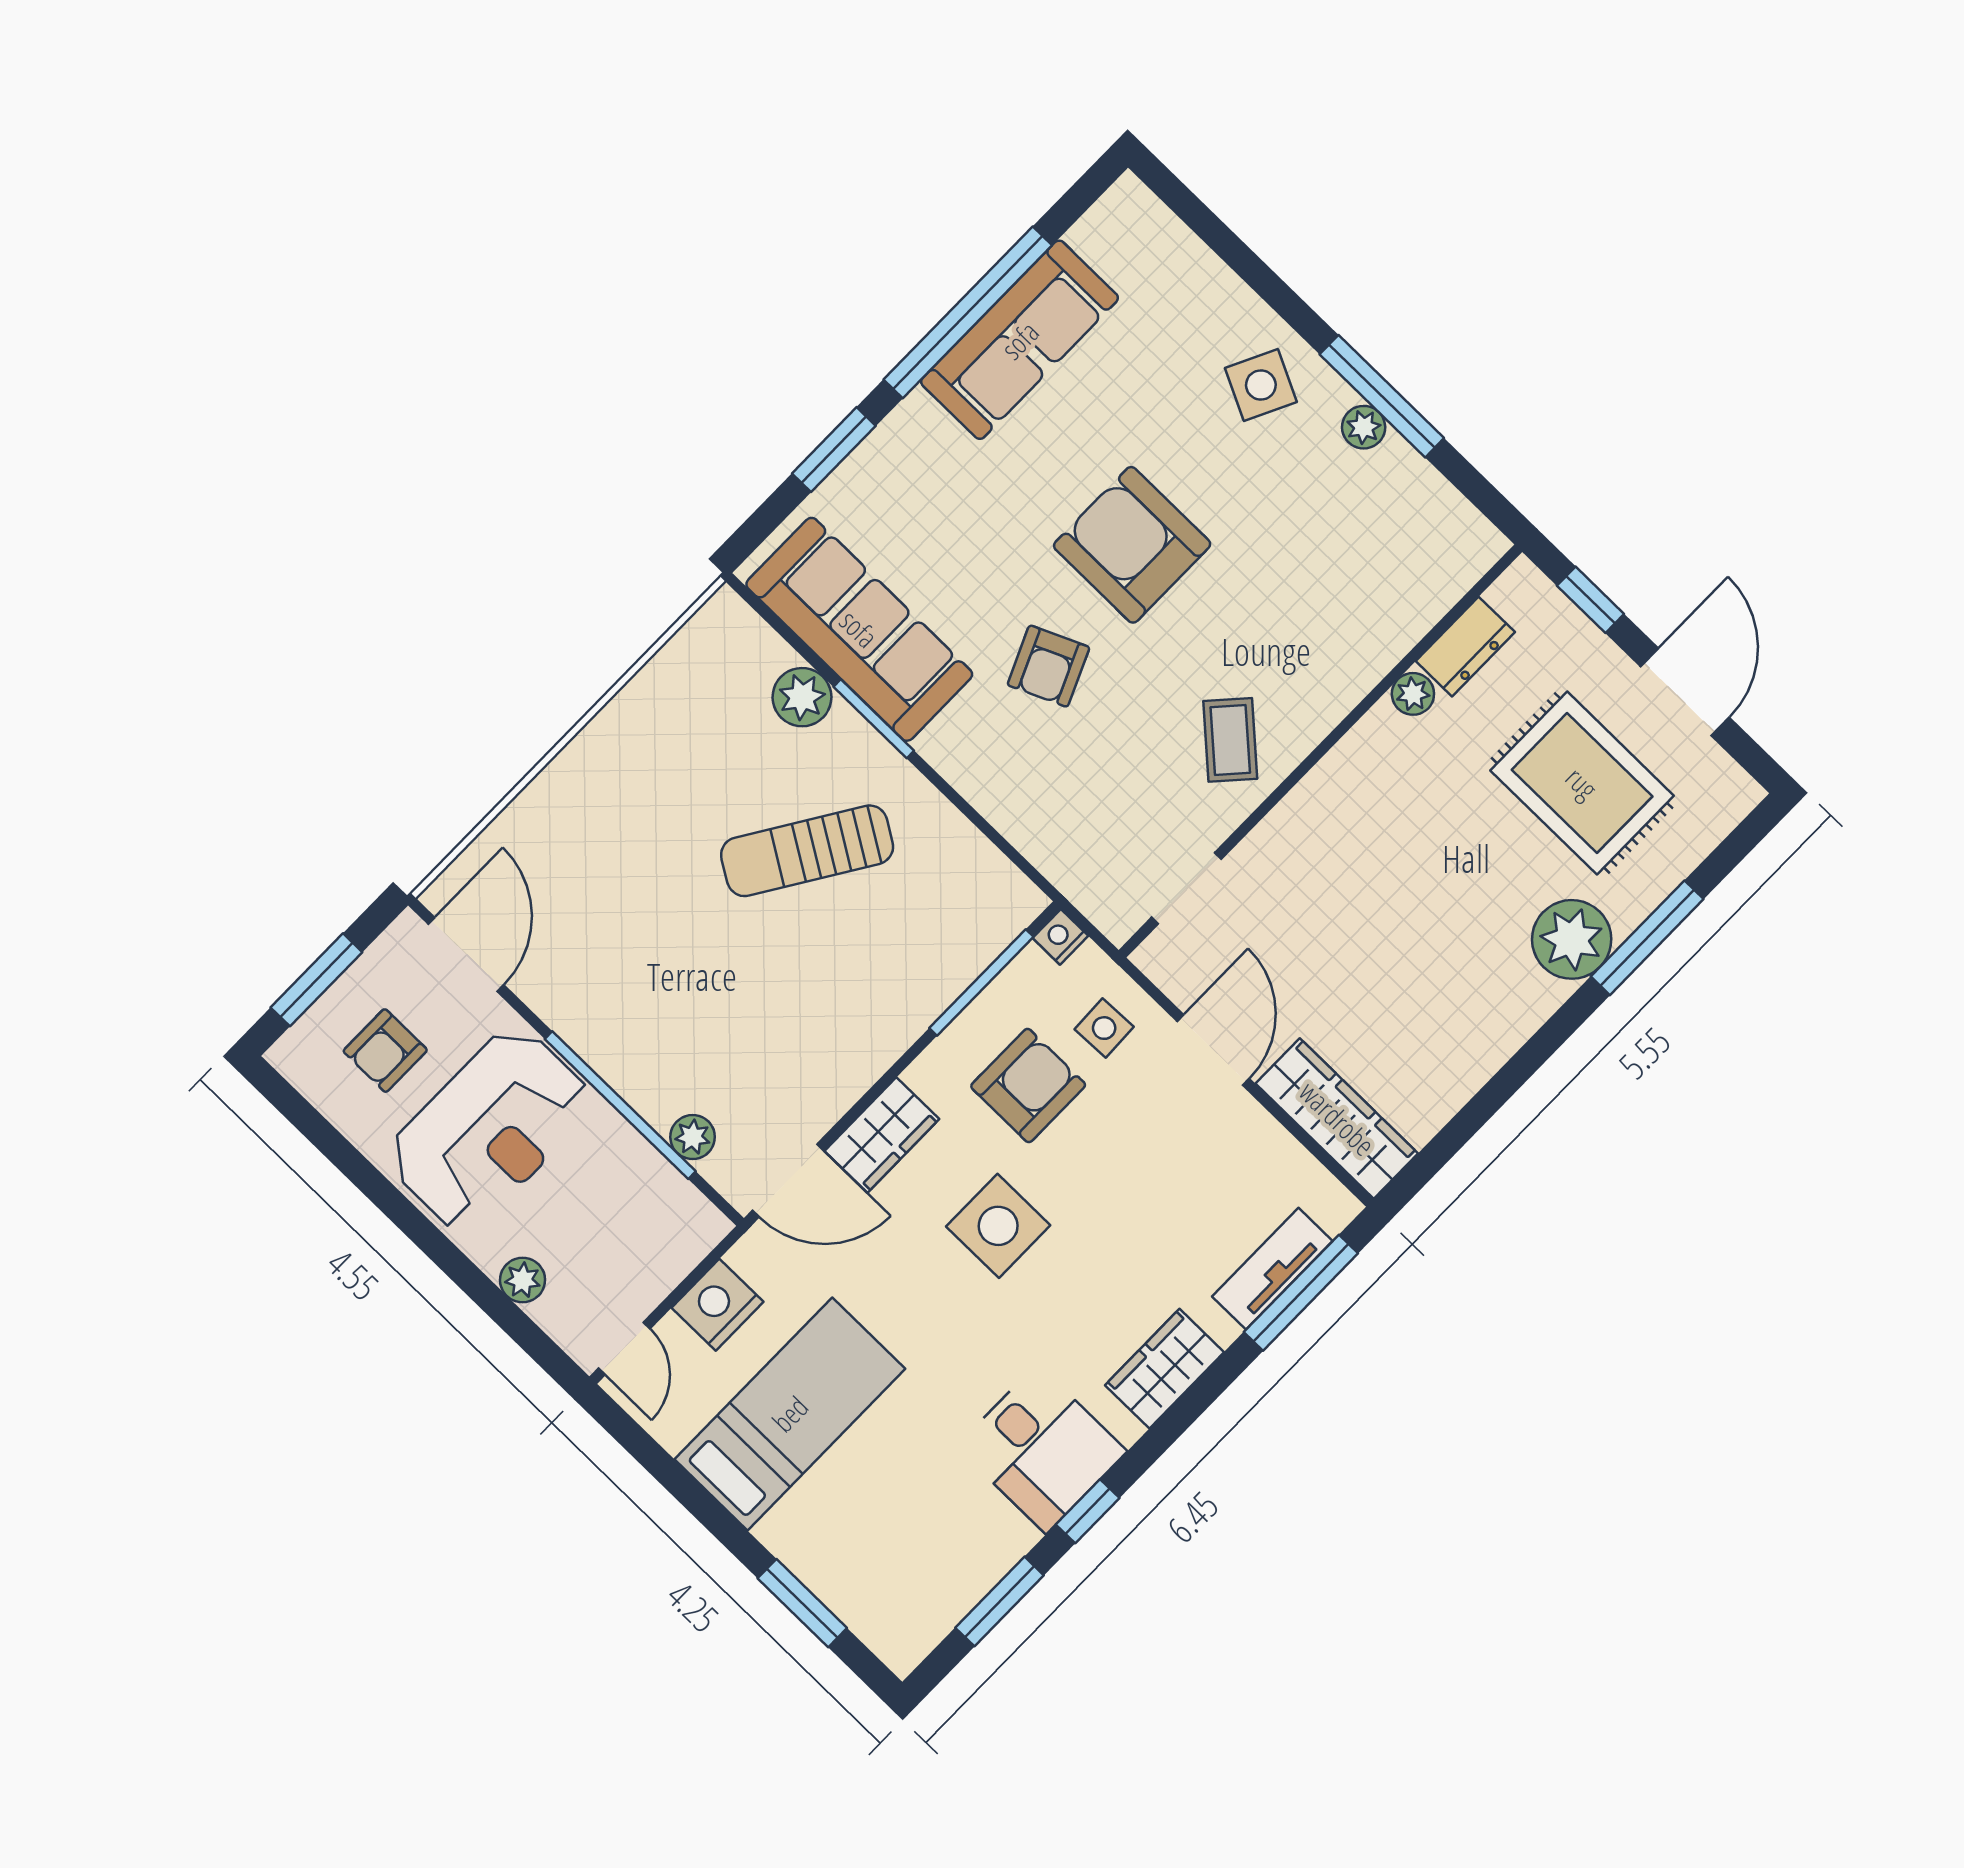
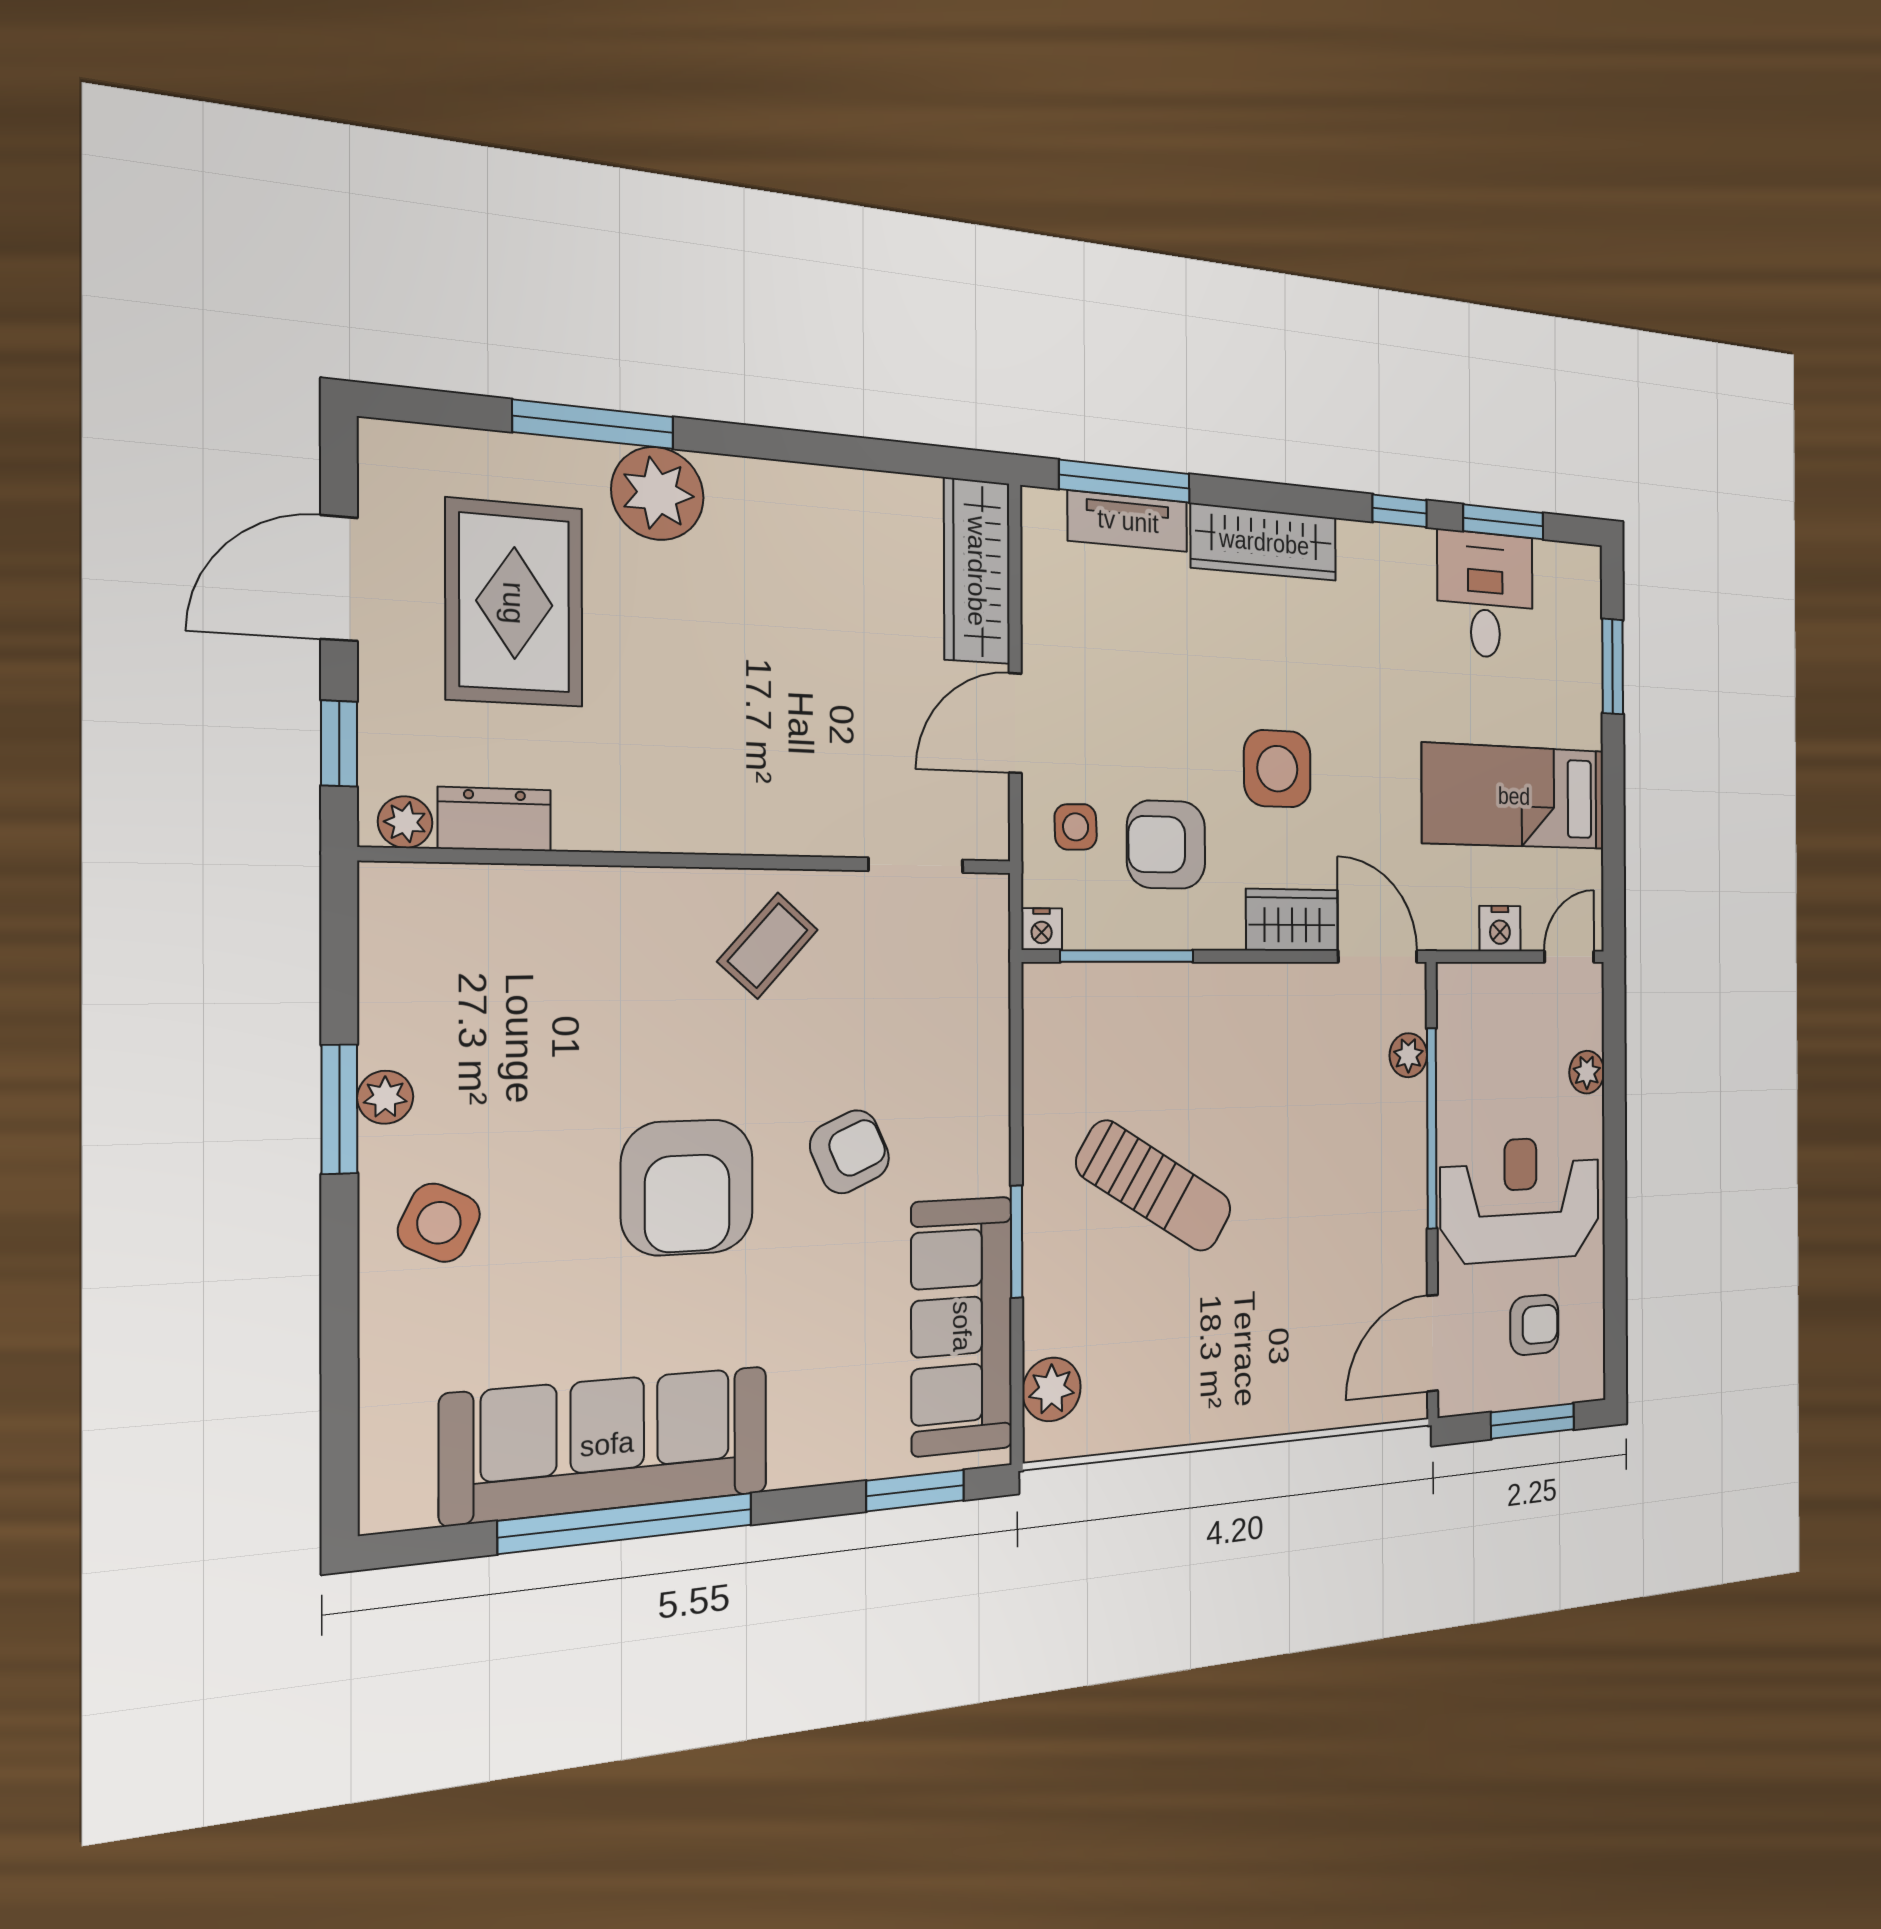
sofa: (1020, 340) -> (607, 1444), width x1.36, depth x1.27
window: (1382, 396) -> (339, 1109), width x0.69
window: (834, 450) -> (915, 1490), moved
plant: (1413, 694) -> (405, 822), moved
plant: (802, 697) -> (1052, 1389), moved
nightstand: (717, 1305) -> (1500, 929), width x0.74, depth x0.75
wardrobe: (1164, 1369) -> (1264, 542), width x1.50
desk: (1042, 1449) -> (1485, 595), moved

